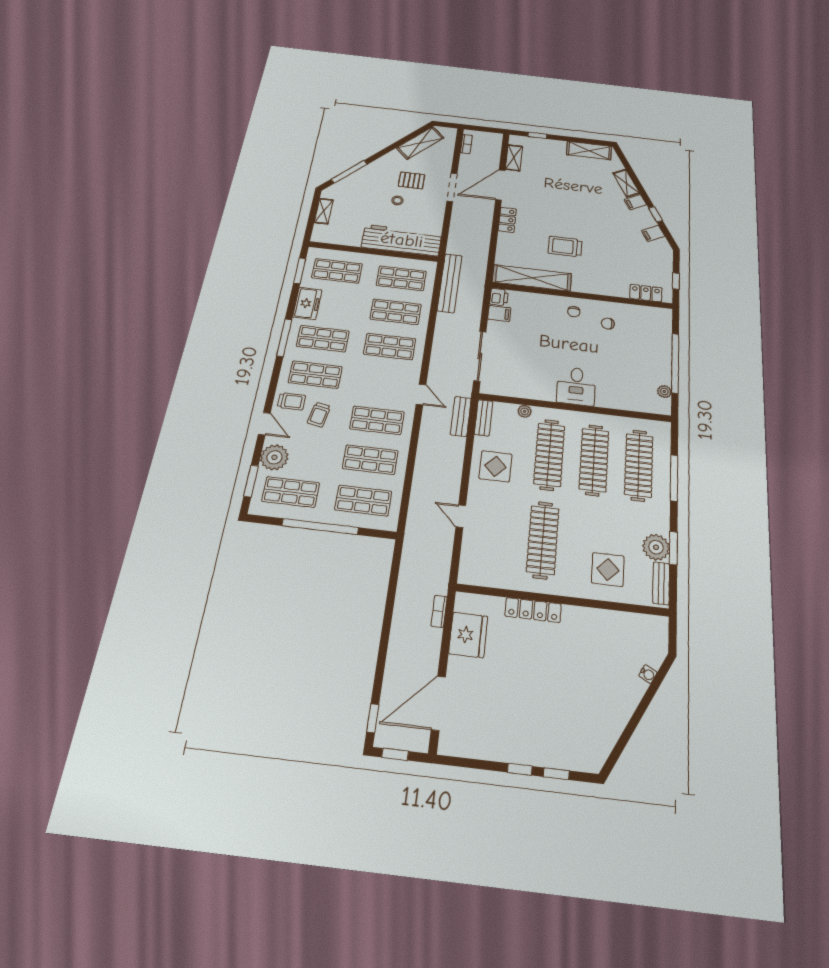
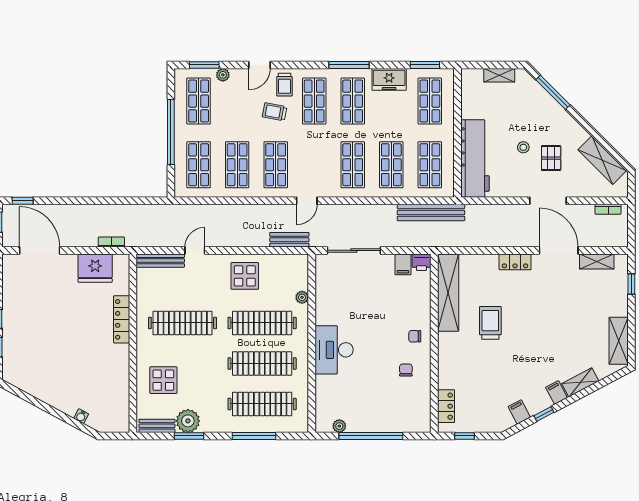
desk: (576, 386) -> (334, 350), width x1.37
bench: (484, 418) -> (160, 261), moved, width x1.36
plant: (274, 457) -> (223, 75), width x0.53, depth x0.53

